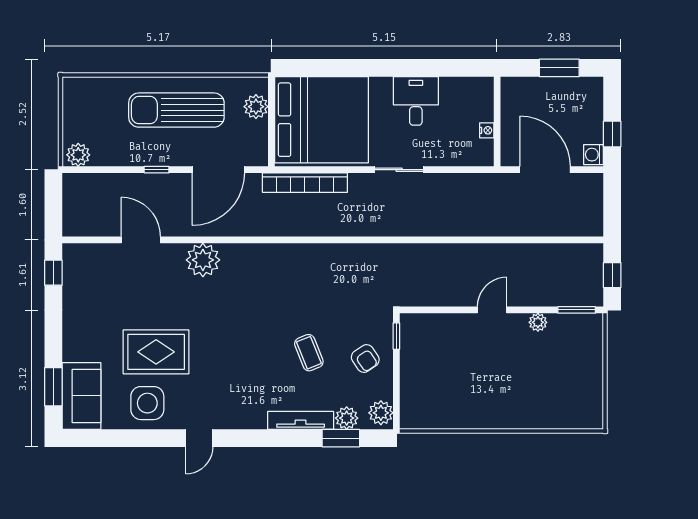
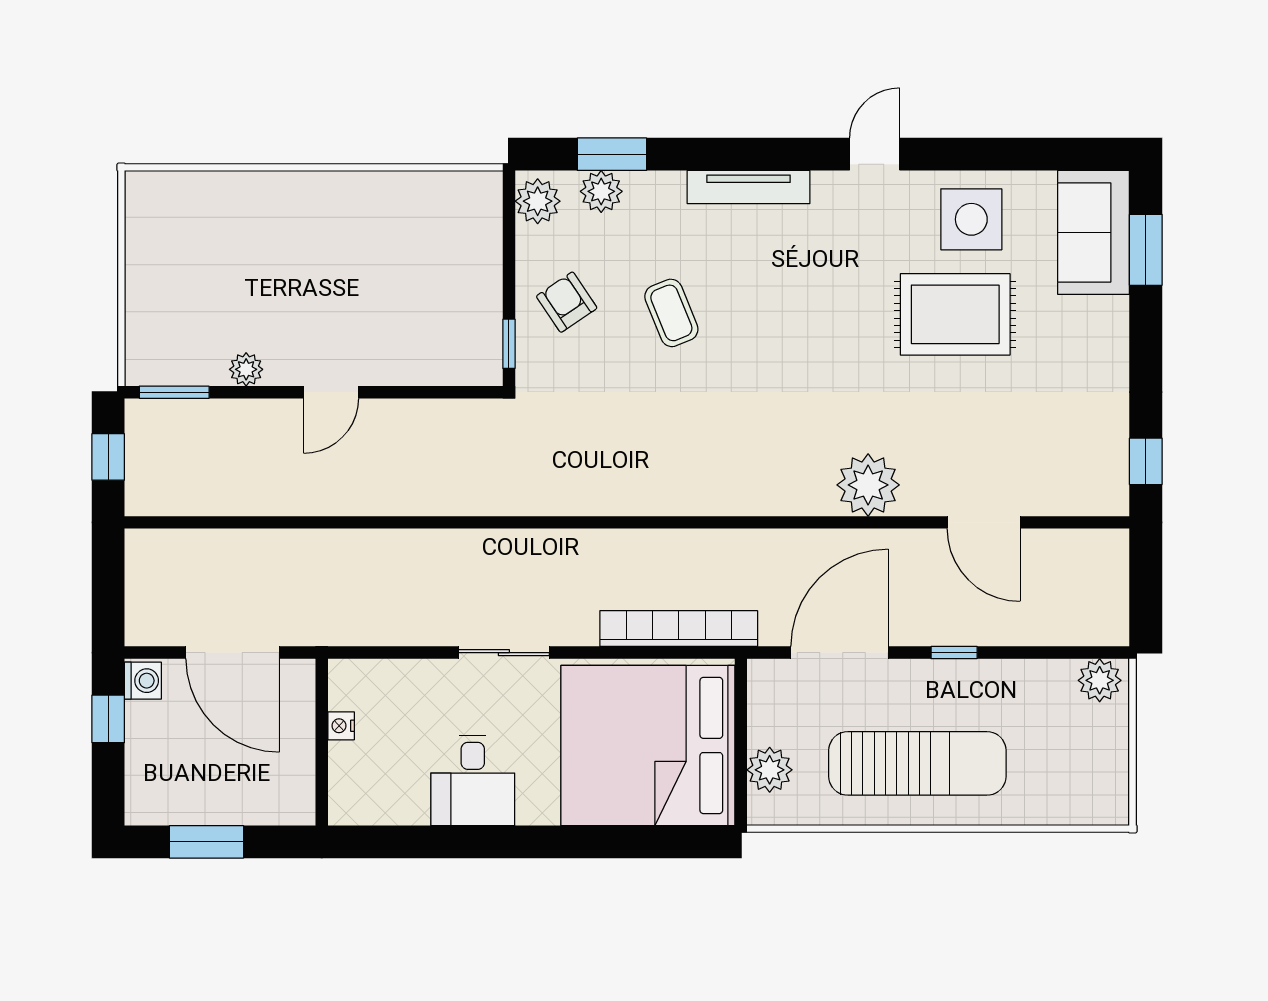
tv unit: (301, 420) -> (749, 187), moved

